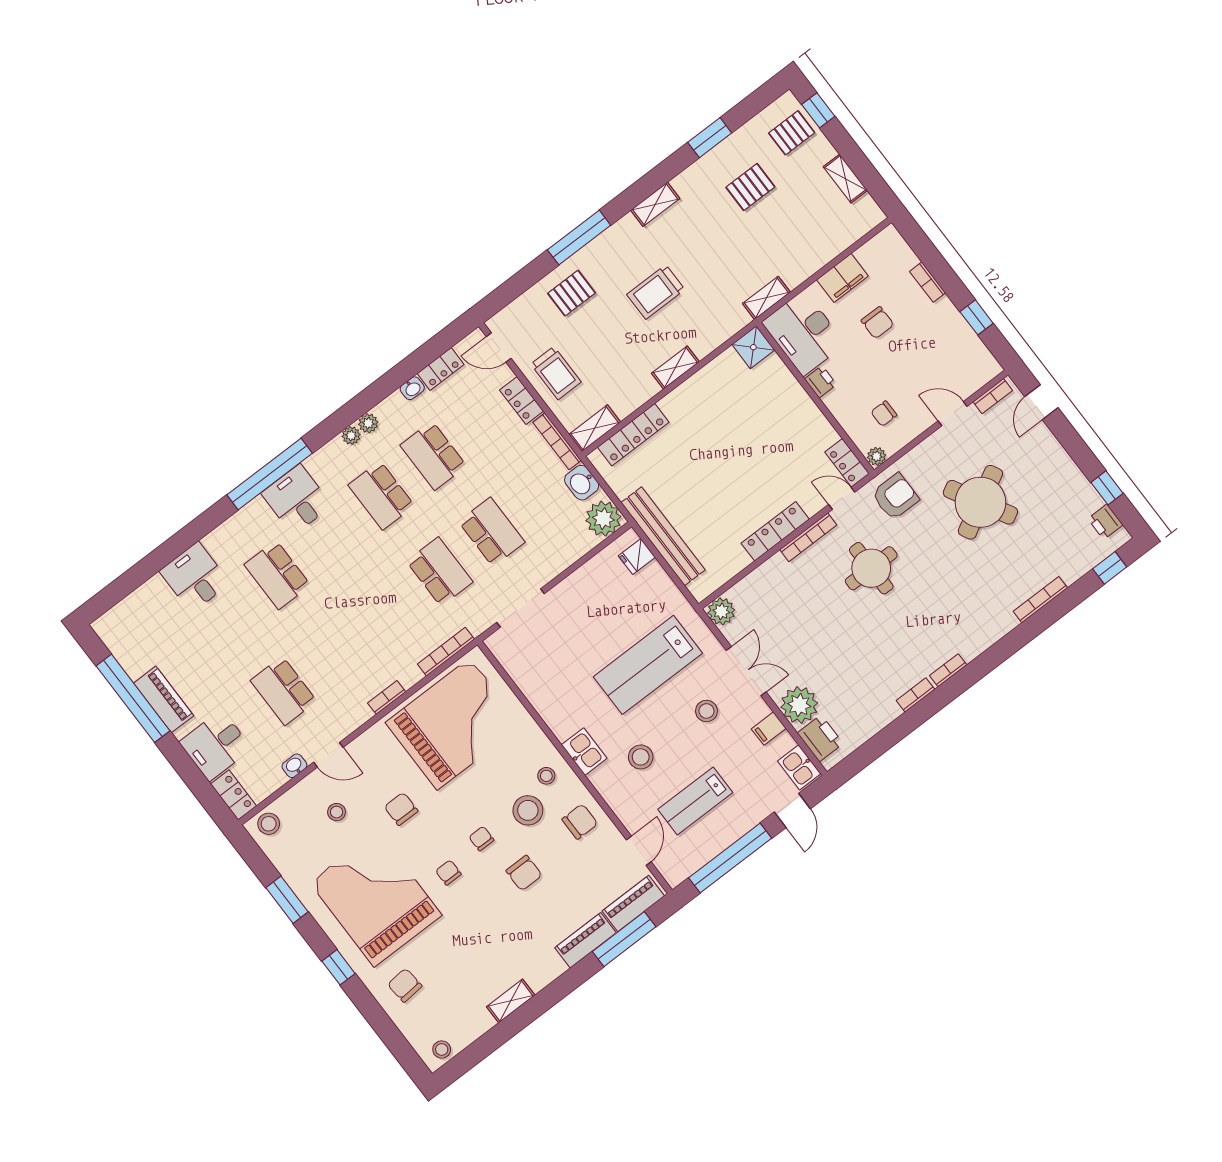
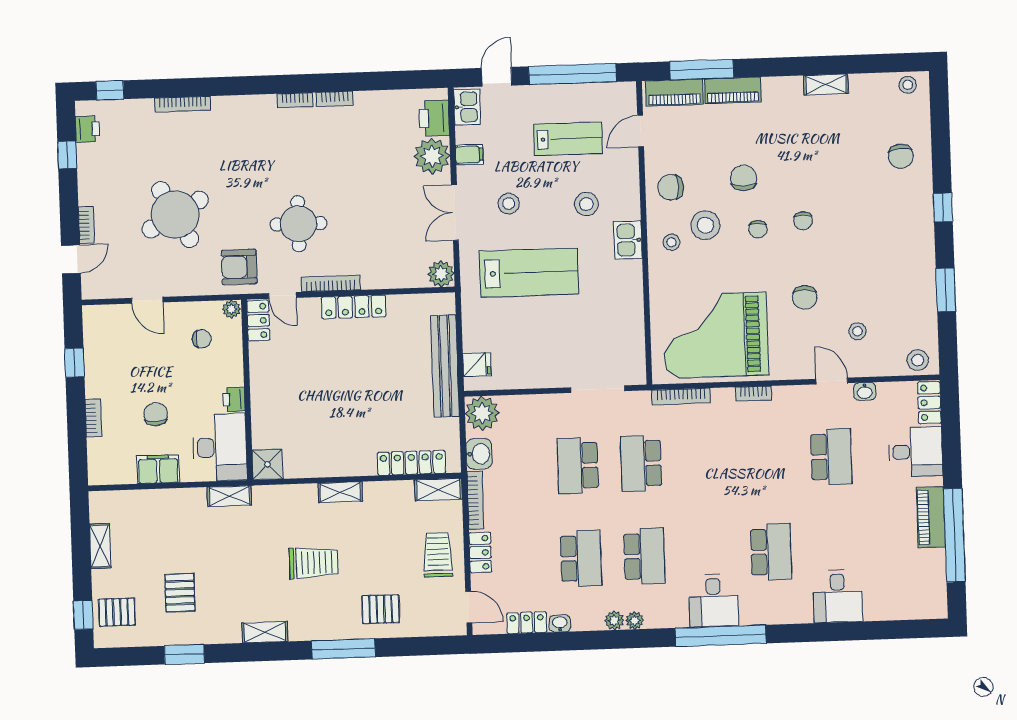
pallet: (750, 187) -> (180, 593), turned 90
bookcase: (993, 396) -> (86, 225), moved, turned 90
grand piano: (376, 899) -> (875, 241), removed

